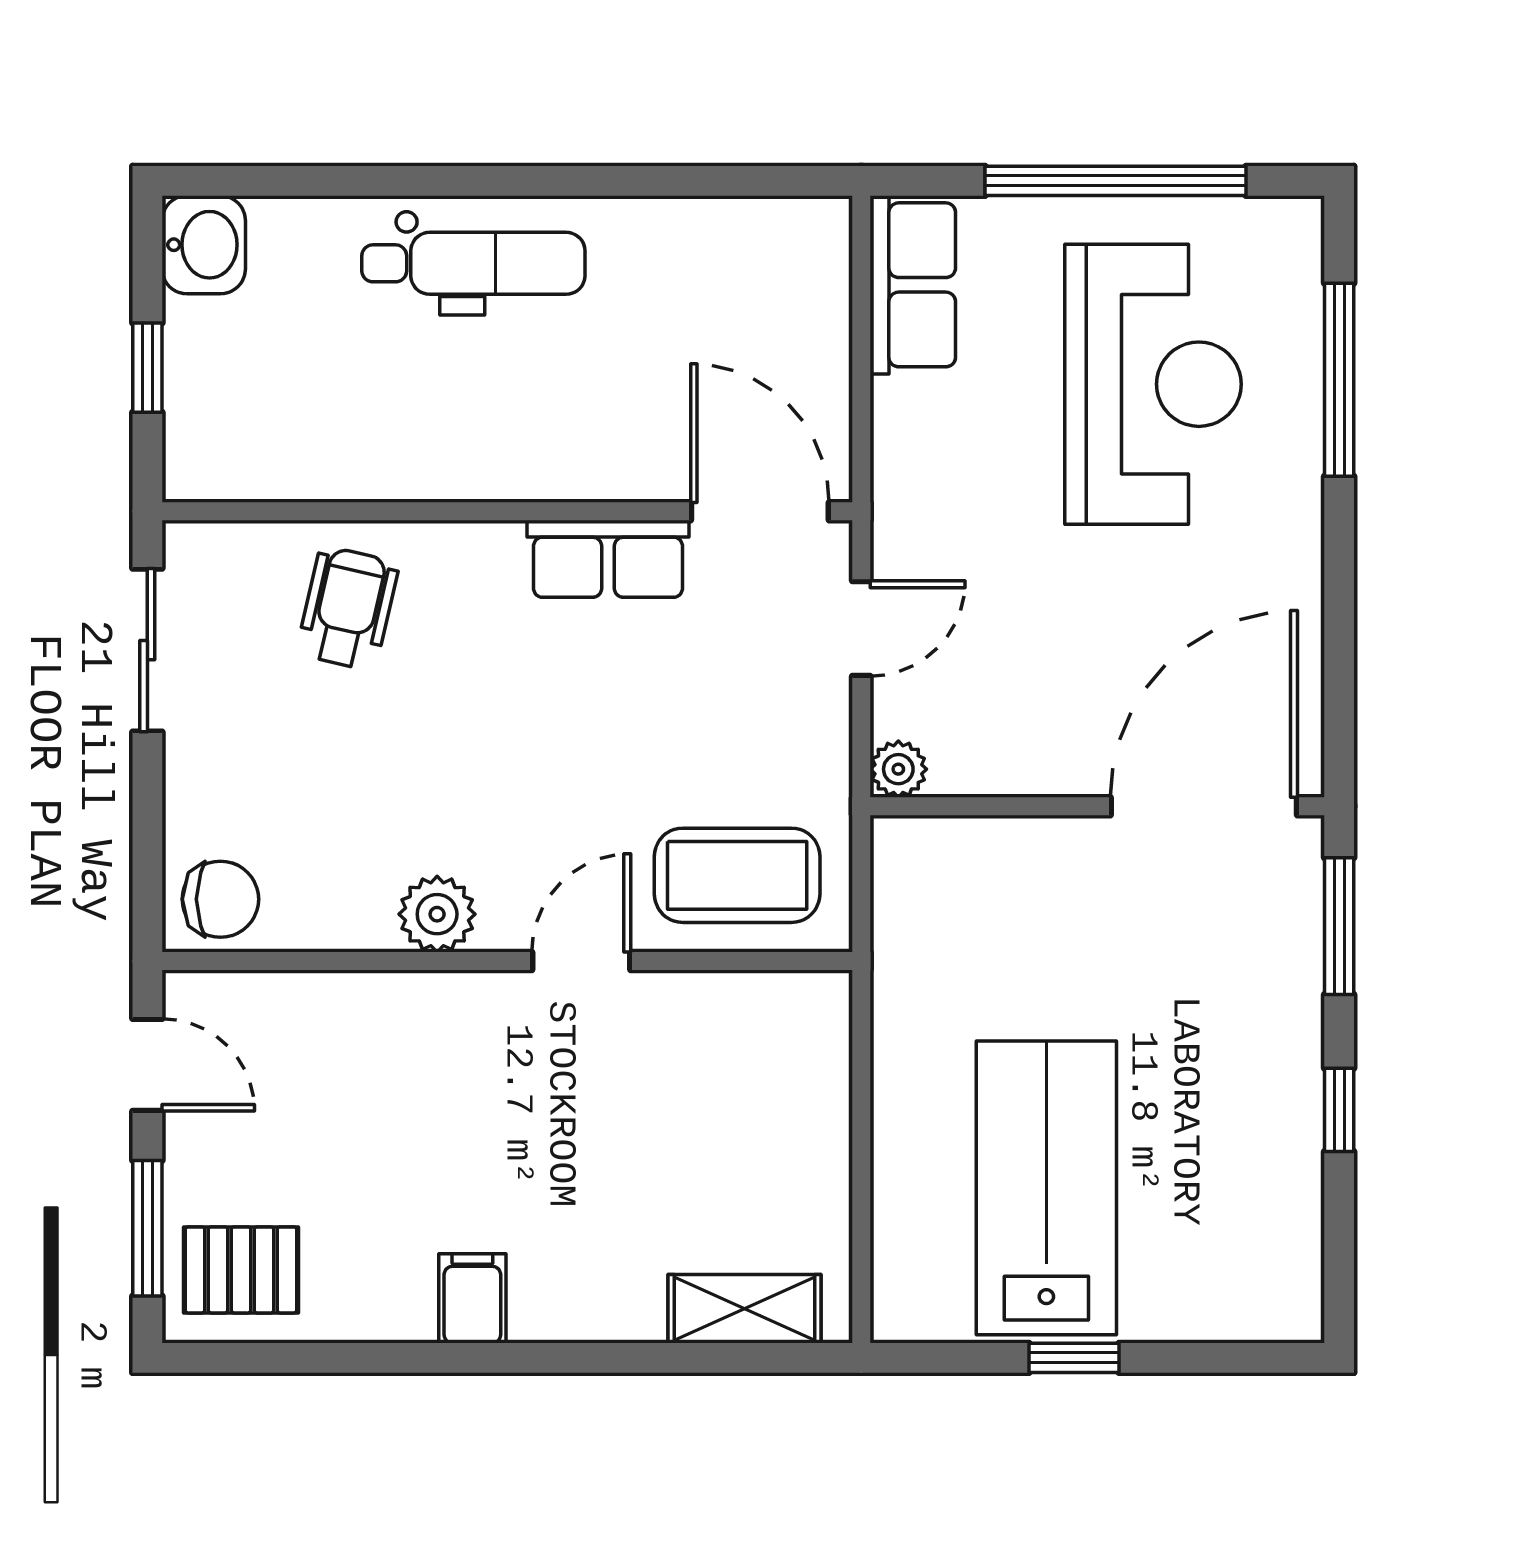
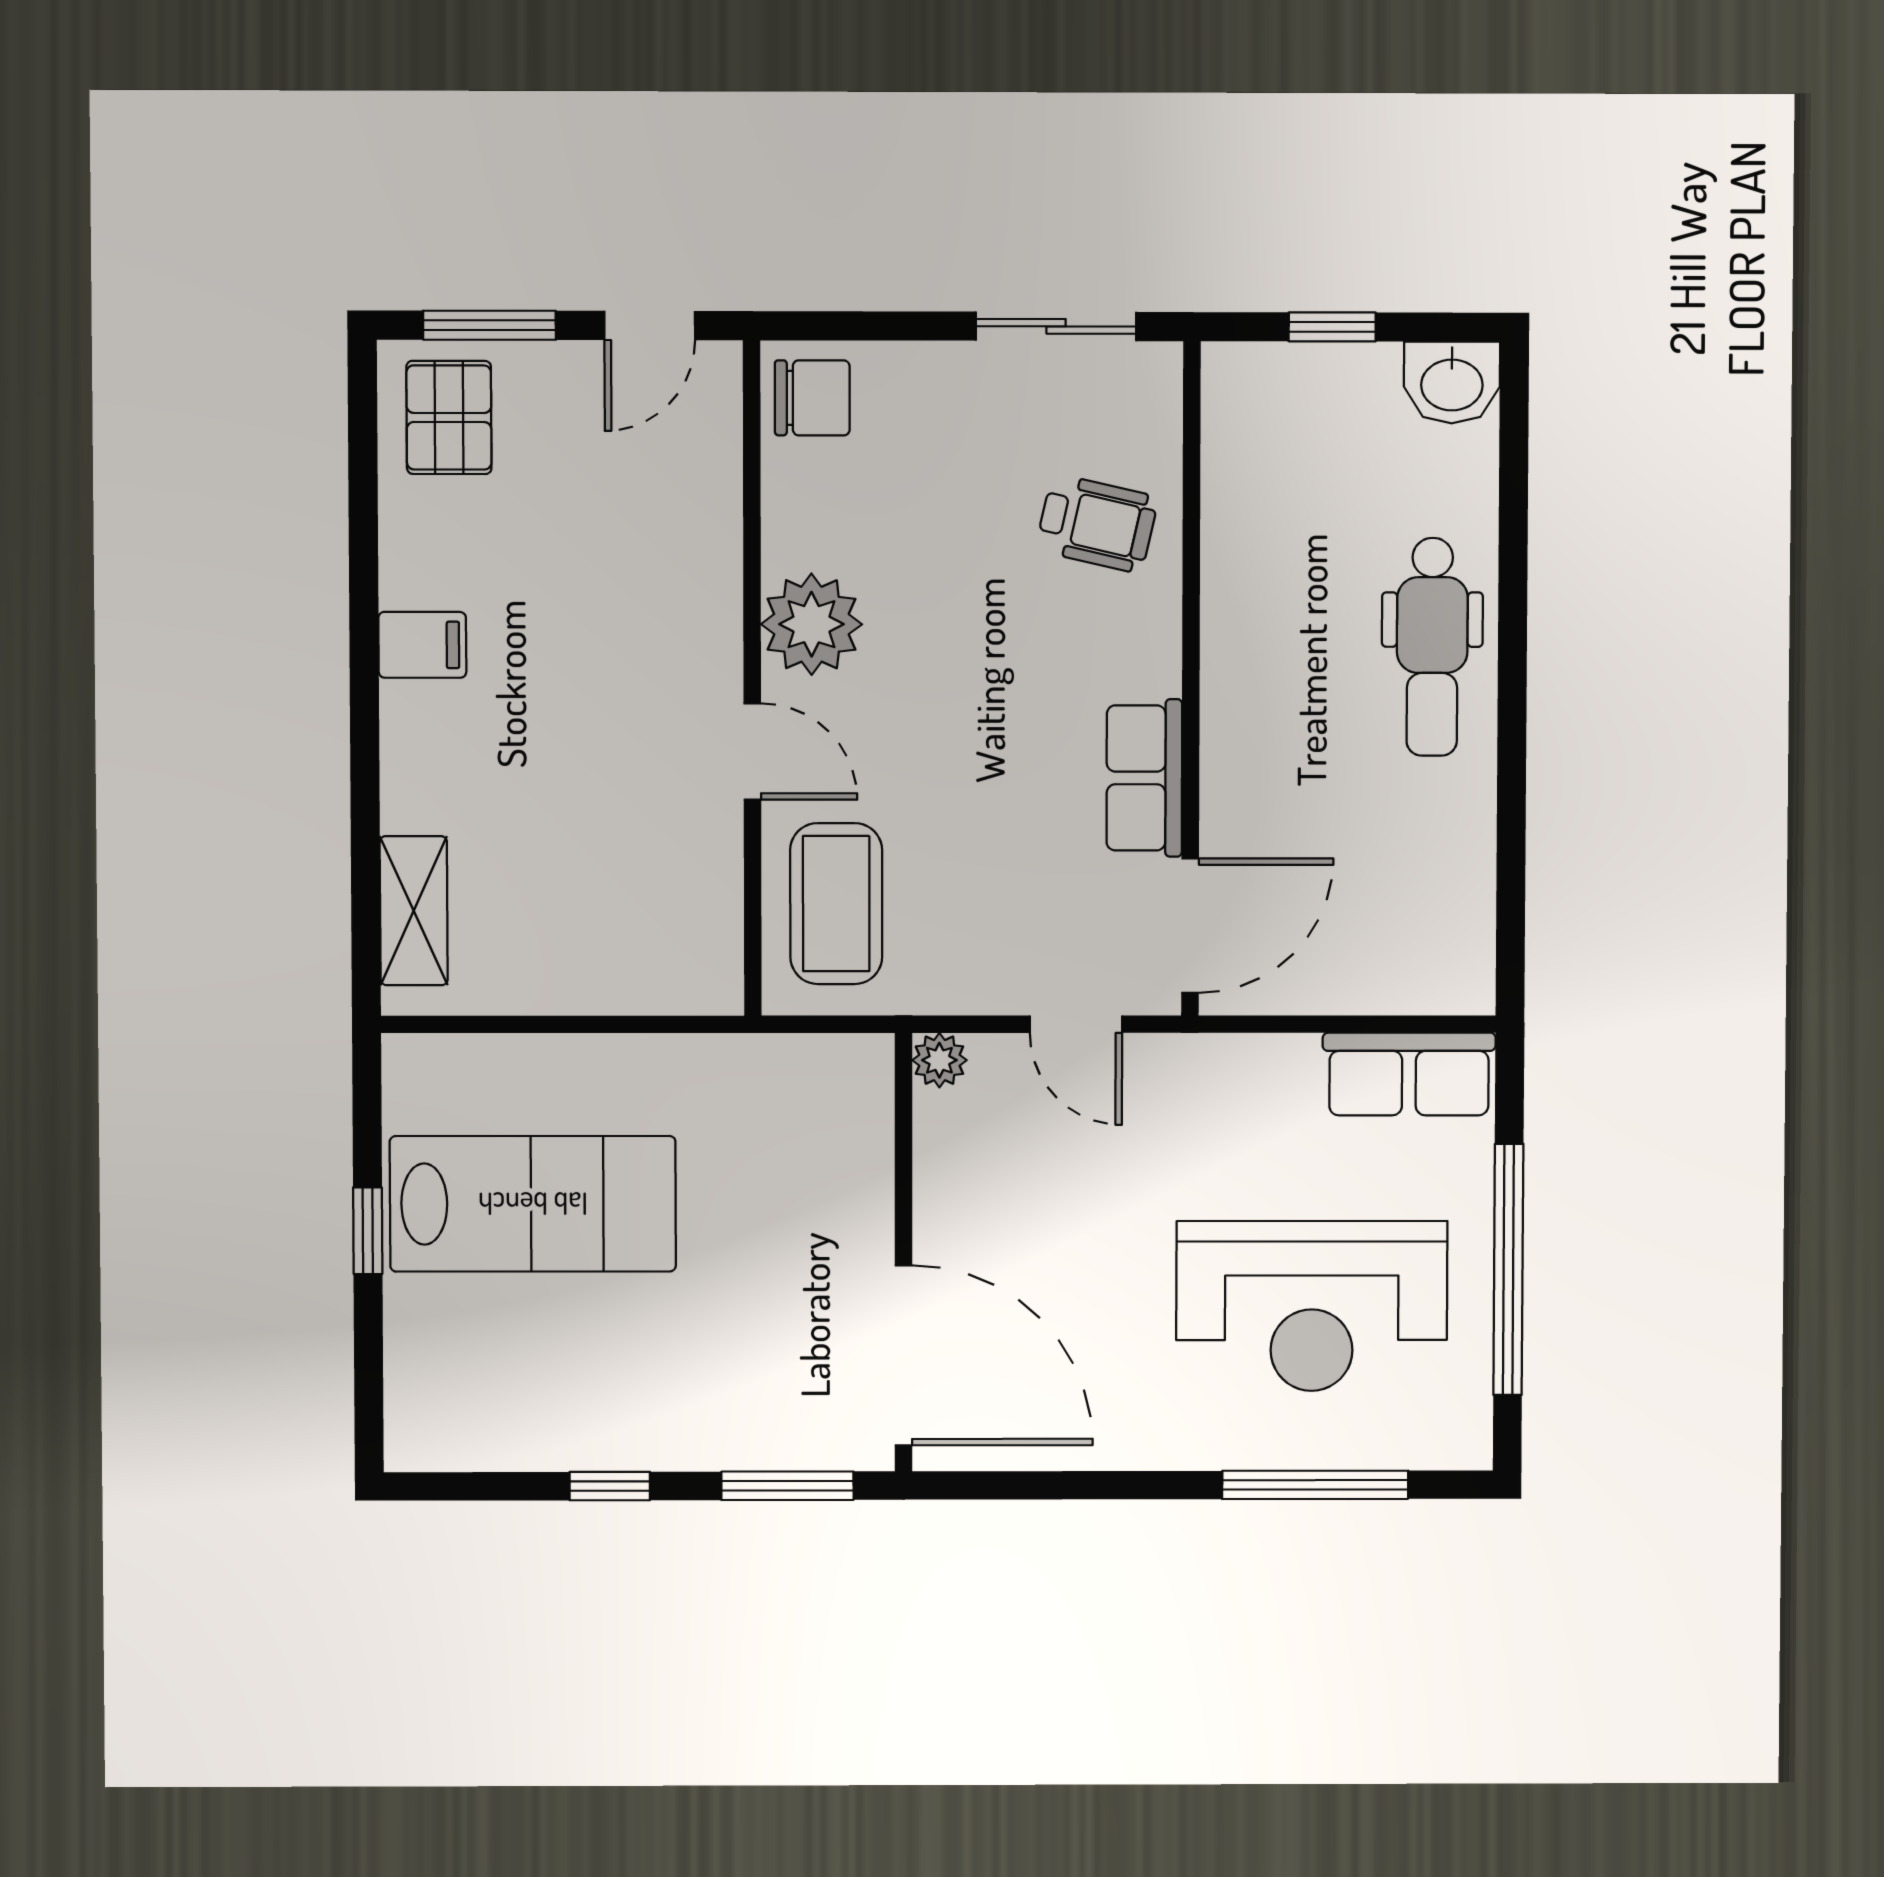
chair: (220, 899) -> (812, 398), turned -90
plant: (437, 914) -> (811, 624), width x1.36, depth x1.36

